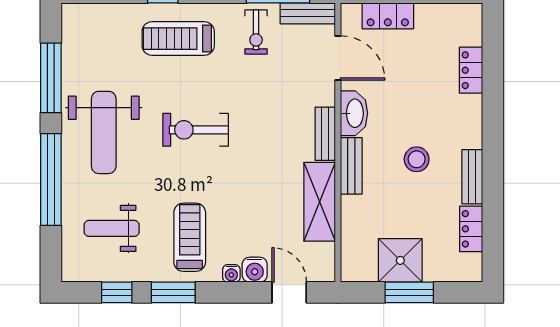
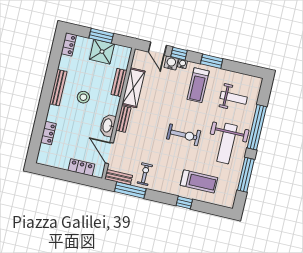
treadmill: (178, 39) -> (199, 181), moved
weight bench: (104, 132) -> (227, 144), turned 180
bench: (351, 166) -> (119, 83), moved
bench: (472, 177) -> (58, 88), width x1.36
locker: (471, 229) -> (69, 44), moved
window: (117, 292) -> (179, 54), moved

